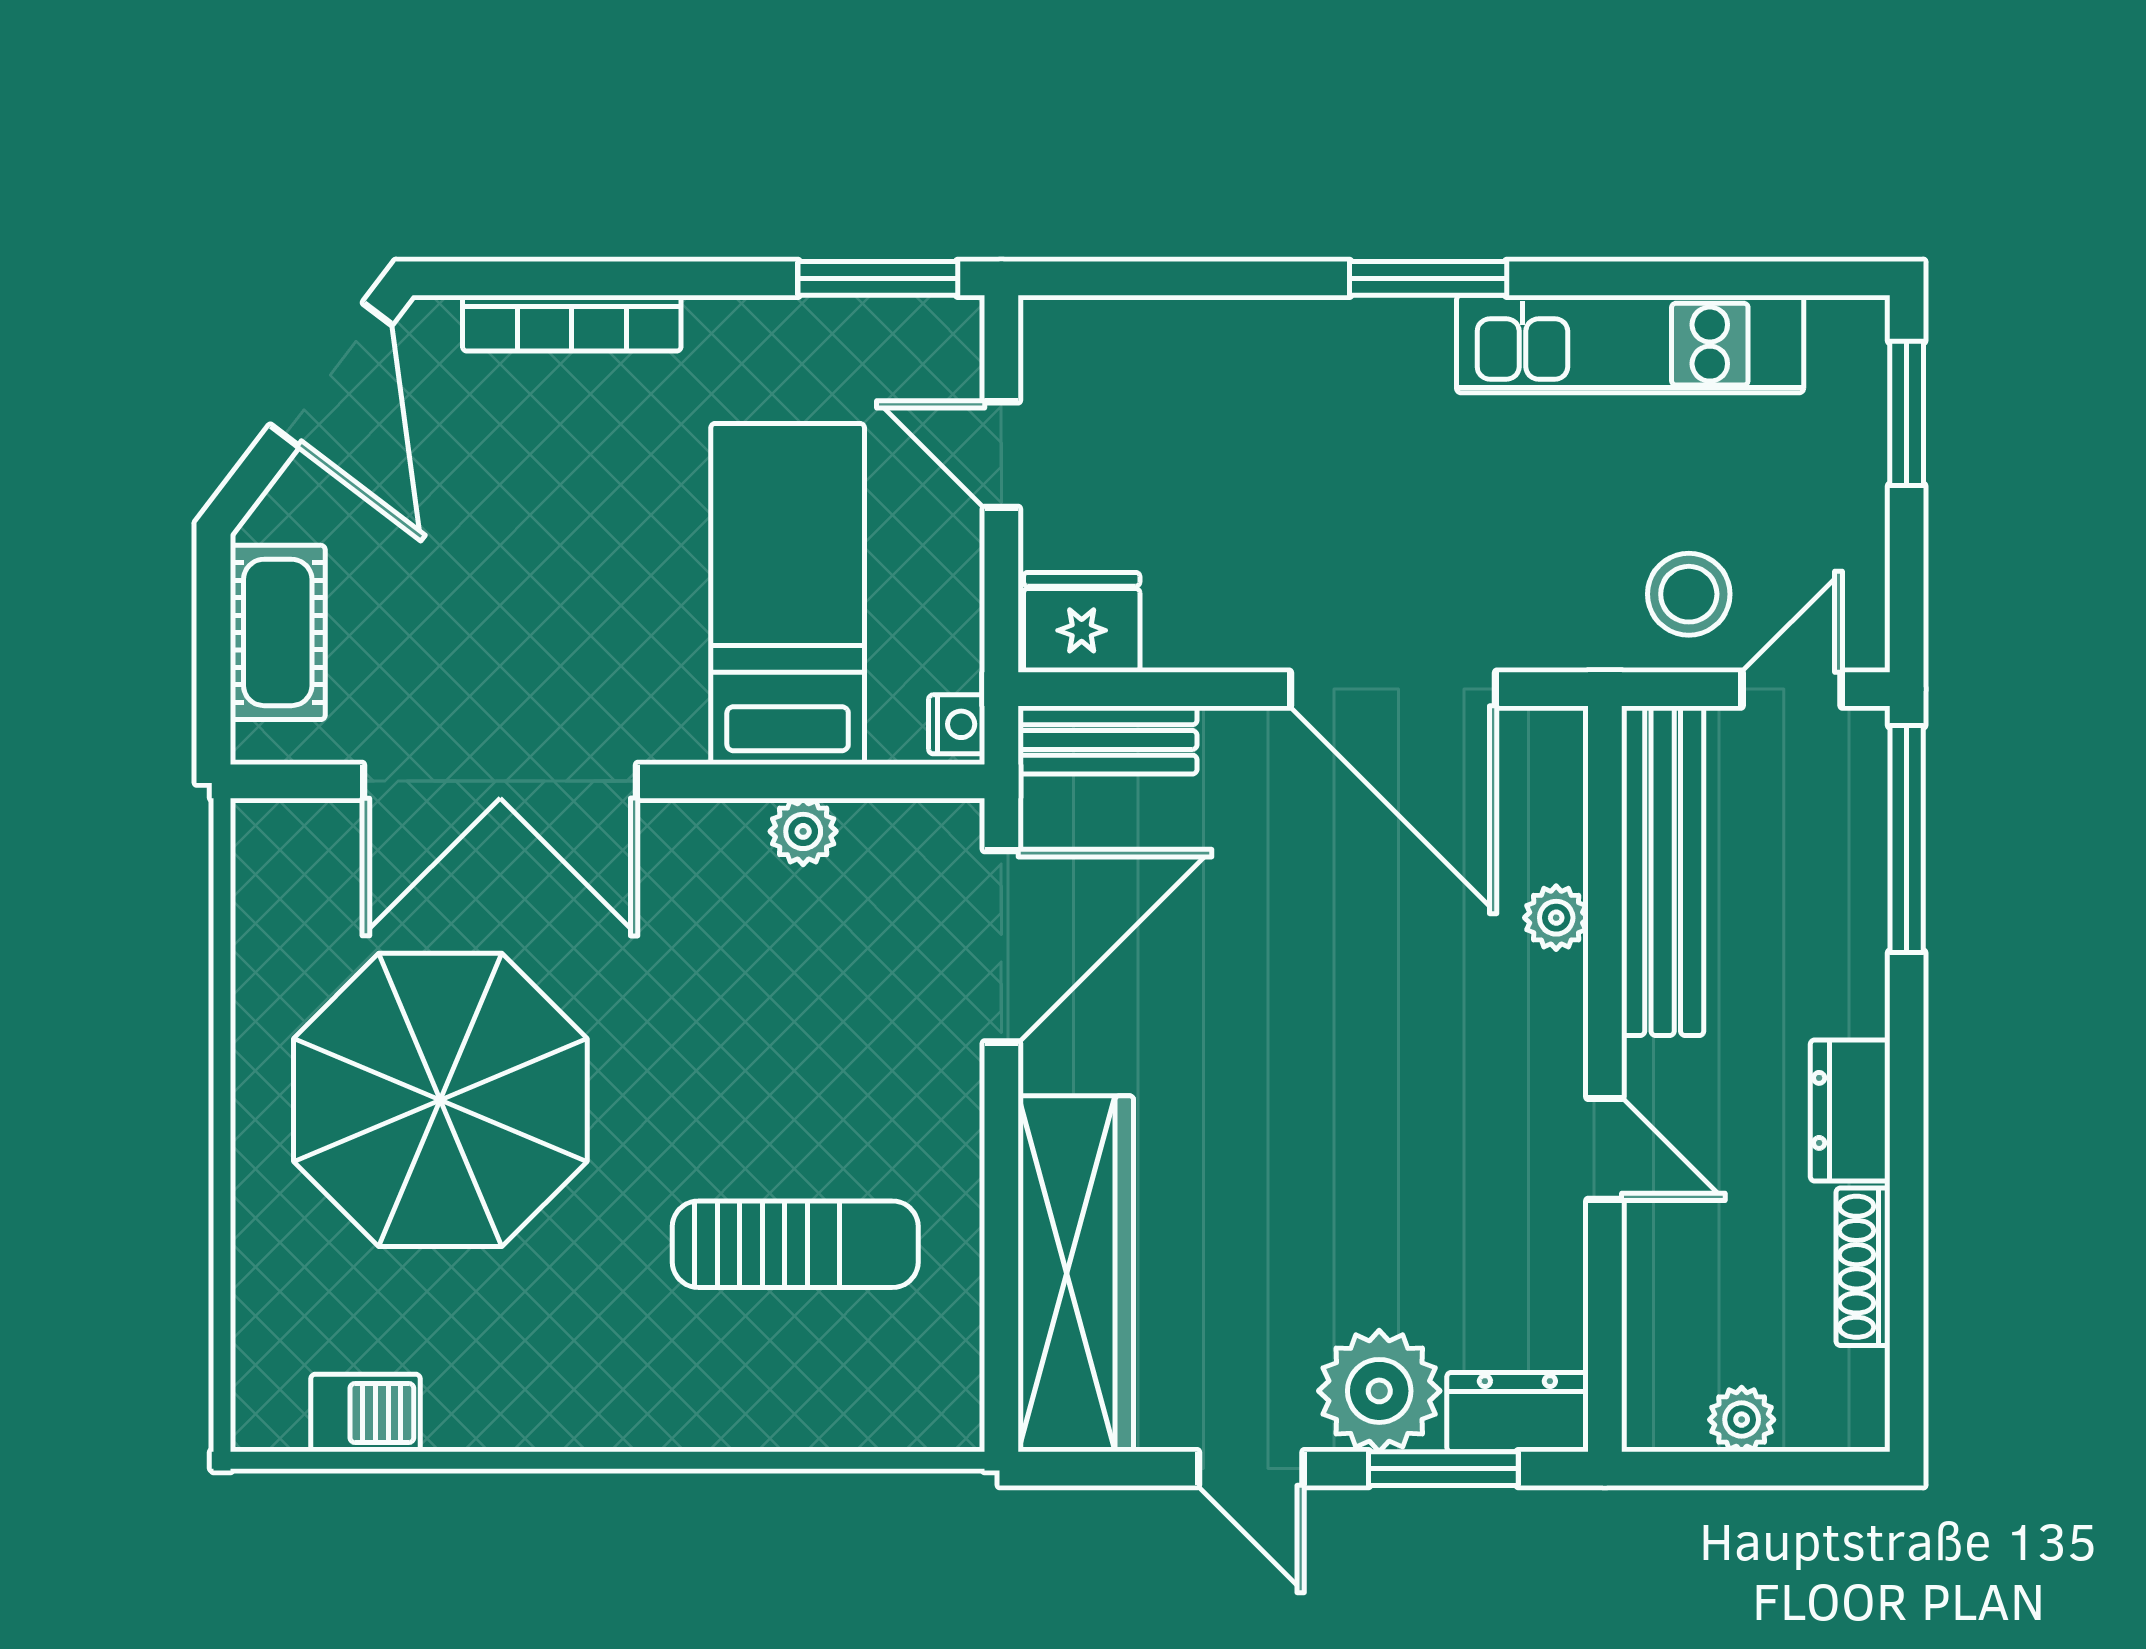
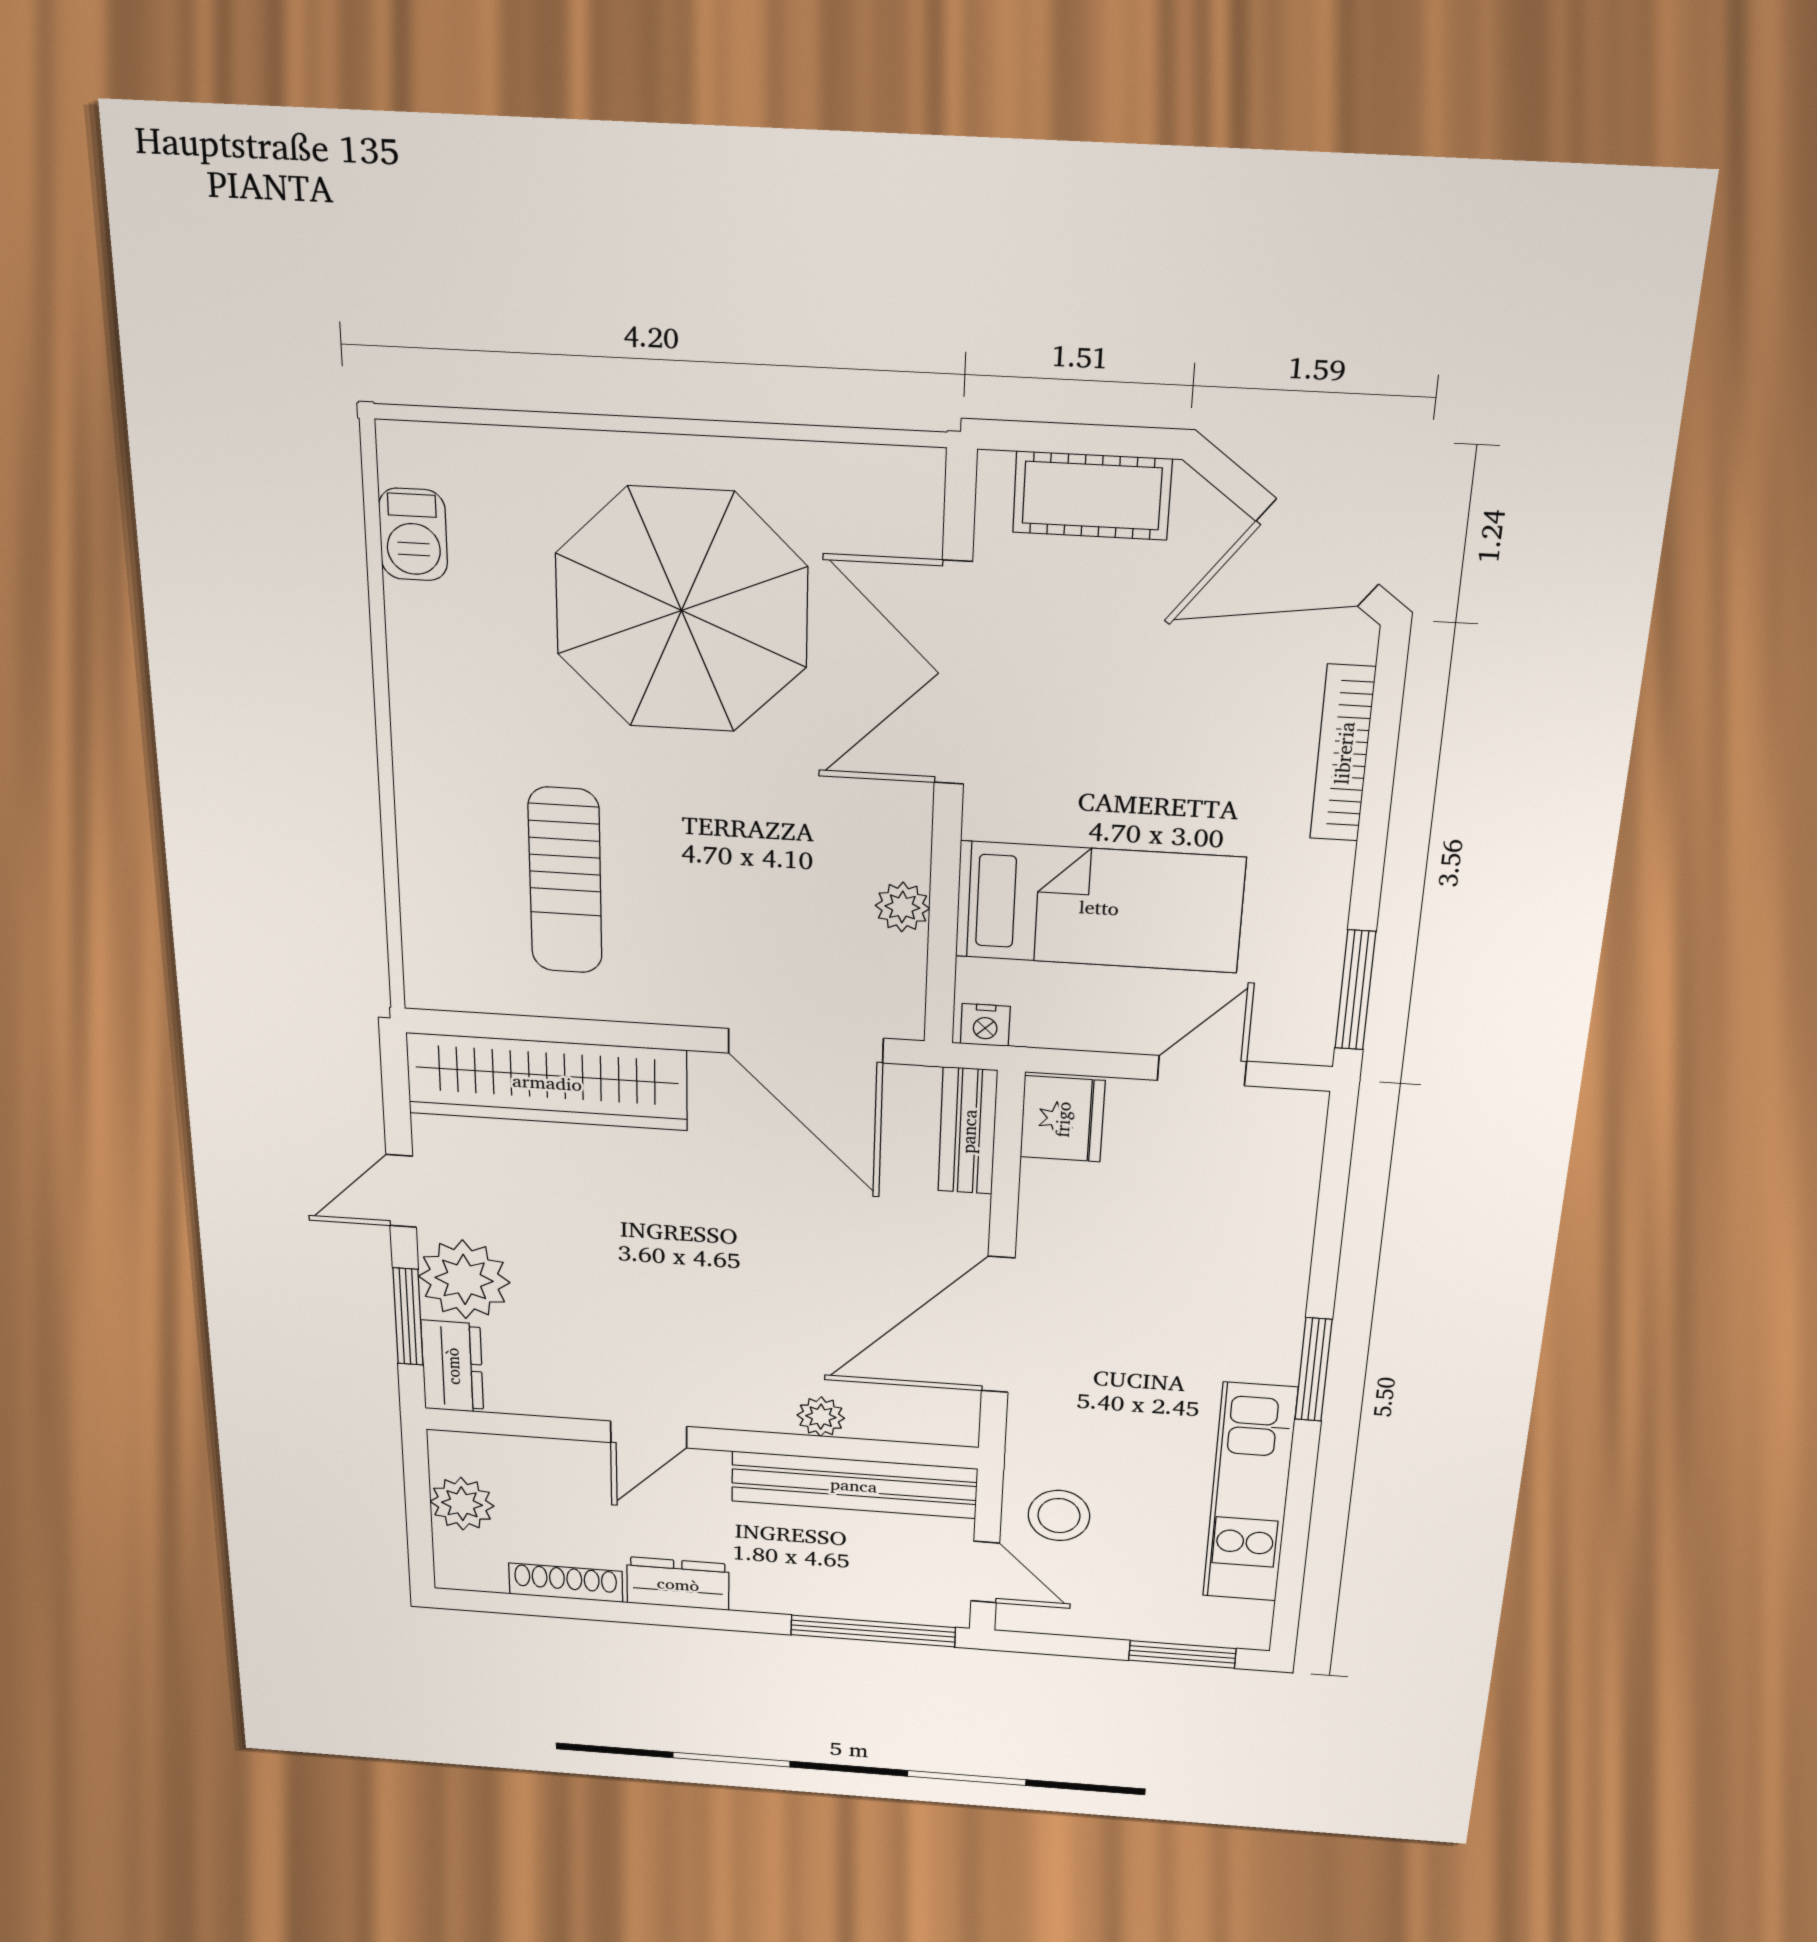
plant: (1742, 1420) -> (462, 1504), width x1.38, depth x1.38

